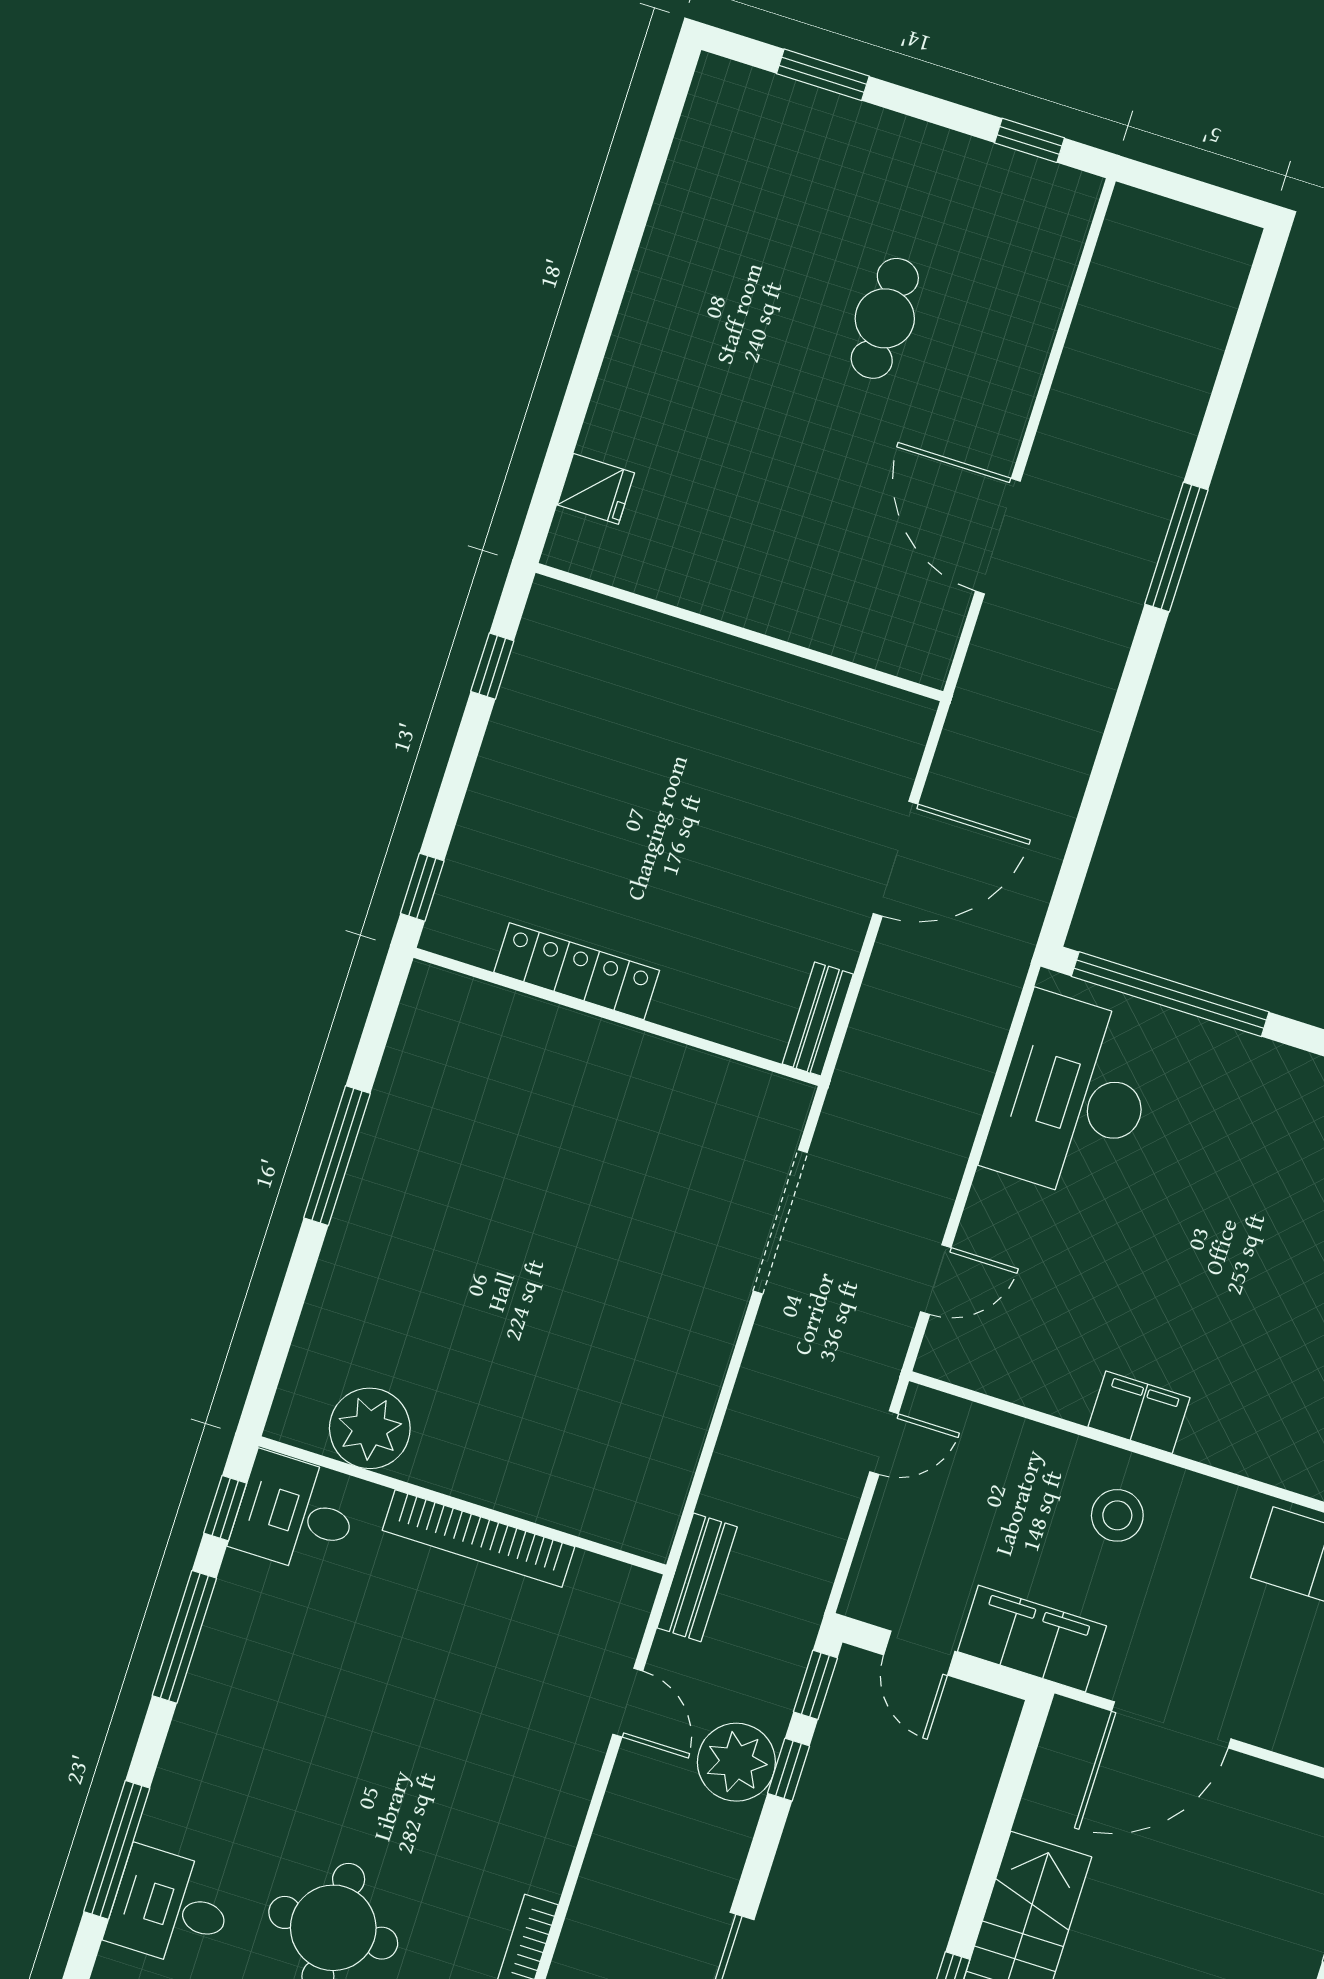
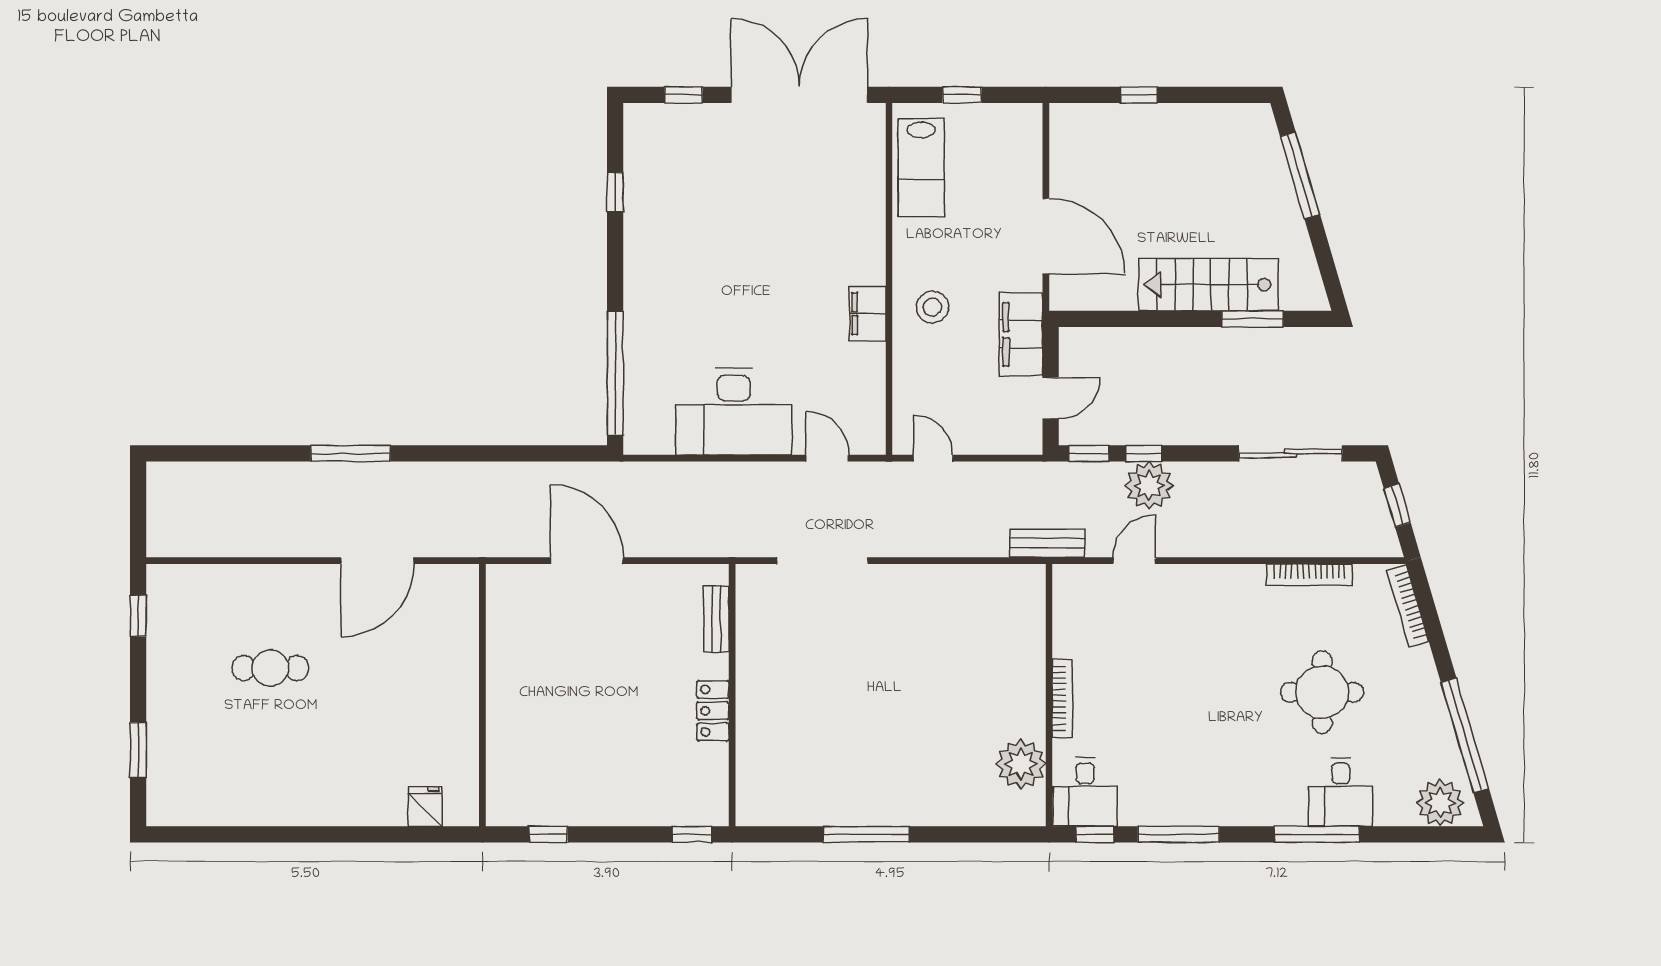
locker: (577, 971) -> (713, 711), width x0.66
bench: (818, 1019) -> (716, 619), moved, turned 90
desk: (1073, 1097) -> (734, 412), moved
bookcase: (479, 1538) -> (1062, 698), width x0.68, depth x0.76

